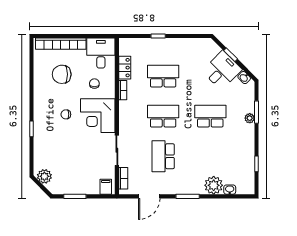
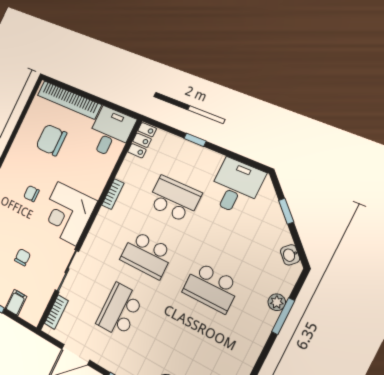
locker: (125, 68) -> (142, 140), moved
desk: (222, 70) -> (236, 186), moved, turned -45
chair: (94, 84) -> (22, 257), moved
school desk: (163, 116) -> (147, 255), turned 180
school desk: (210, 116) -> (211, 287), turned 180
plant: (250, 118) -> (277, 302), moved
filing cabinet: (106, 187) -> (16, 302), moved

